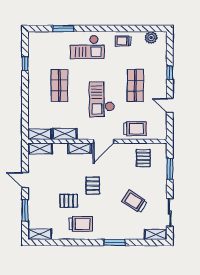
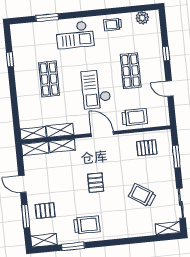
door: (104, 141) -> (102, 134), swing flipped
shelving: (80, 148) -> (62, 146), moved
pallet: (143, 158) -> (147, 148), turned 90
pallet: (69, 201) -> (45, 211), moved
window: (115, 242) -> (73, 246), moved

